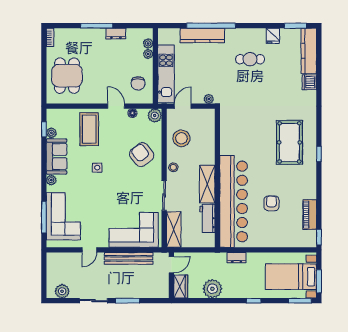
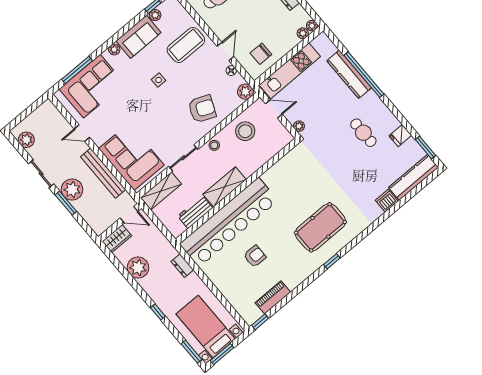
plant: (148, 54) -> (312, 26), moved
armchair: (142, 155) -> (202, 109), turned 61
plant: (122, 289) -> (72, 190), added

